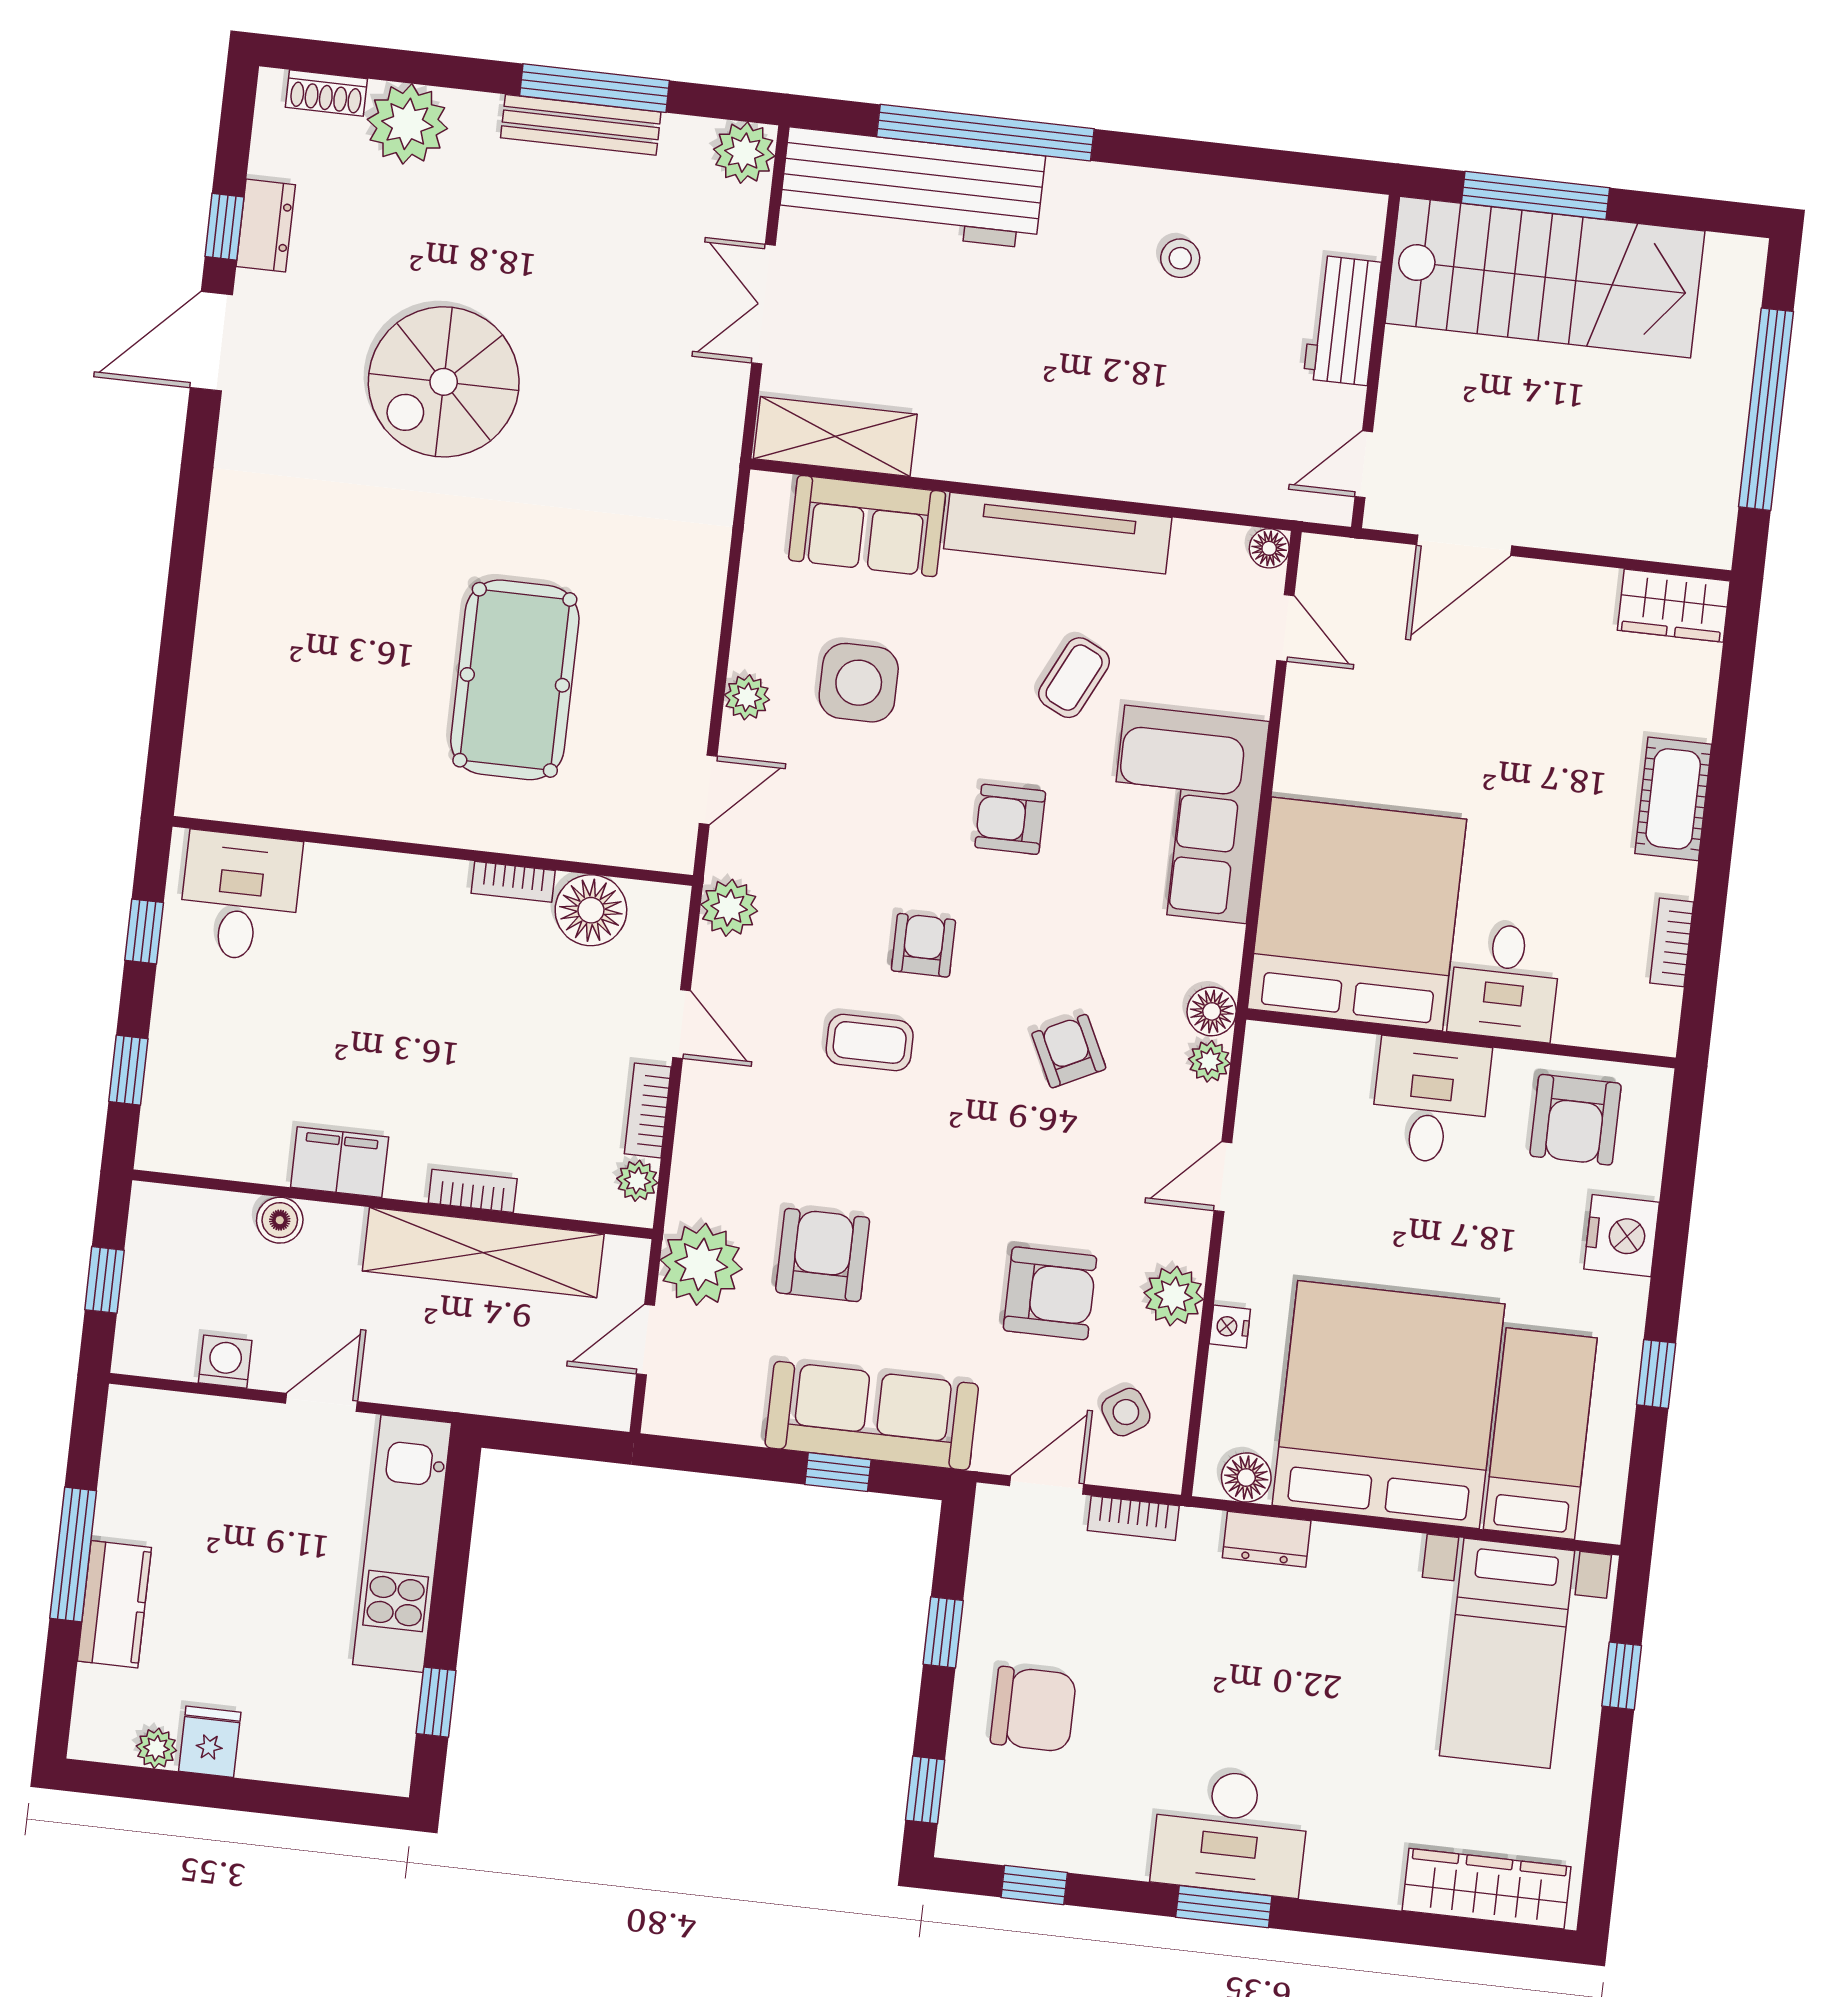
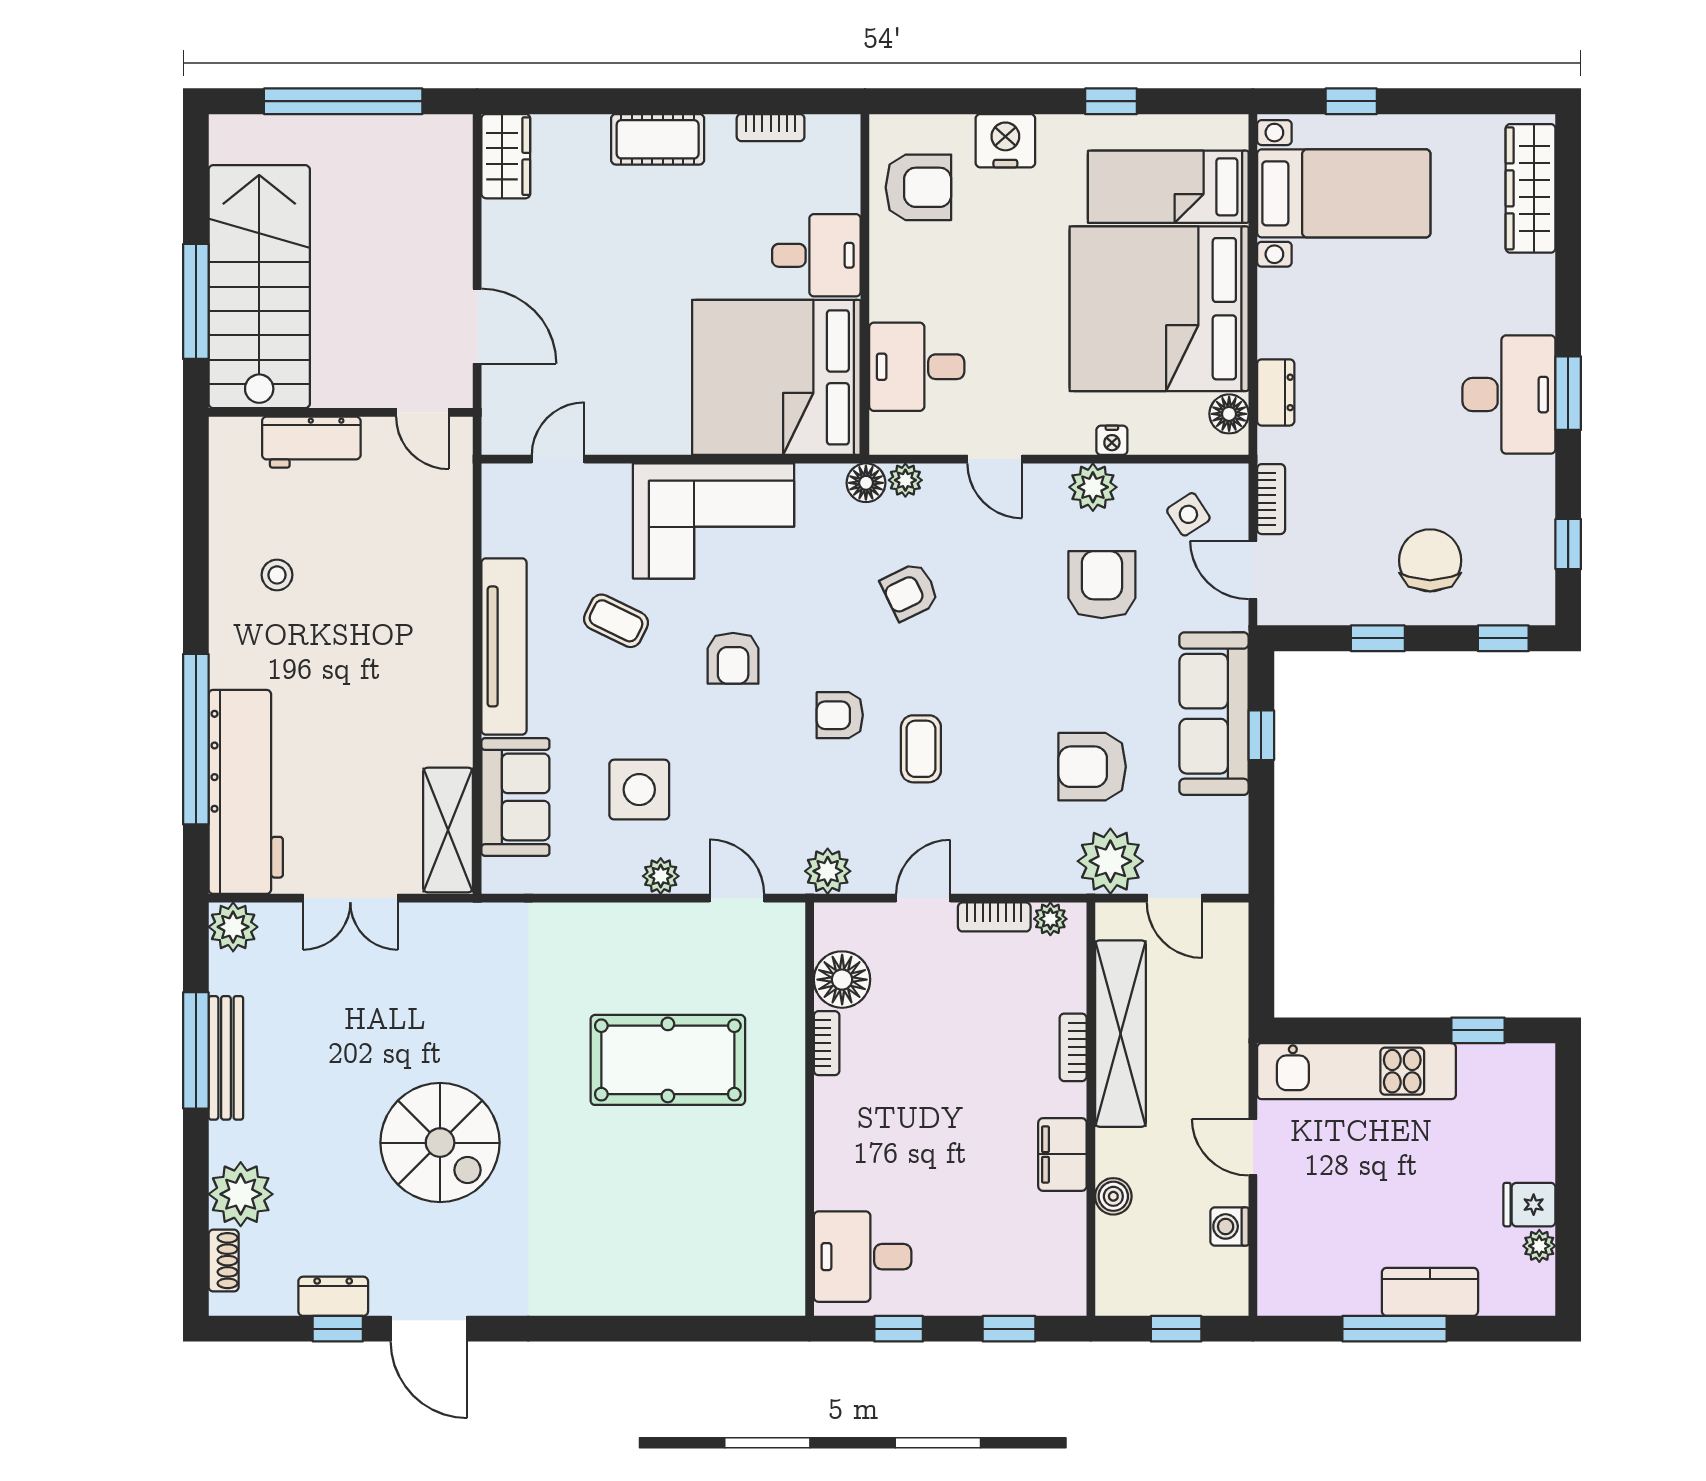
floor lamp: (1269, 548) -> (497, 479), removed
desk: (1430, 1101) -> (917, 367), moved

